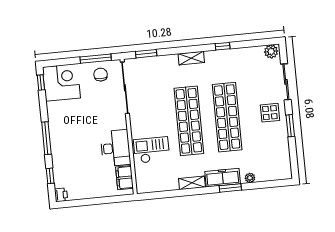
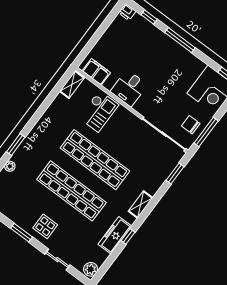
chair: (101, 75) -> (191, 125), turned 180
sliding door: (286, 82) -> (57, 260), width x0.73
desk: (115, 148) -> (129, 88), width x0.73
freezer: (223, 178) -> (115, 235), moved, turned 180
shelving: (192, 183) -> (72, 84), moved

